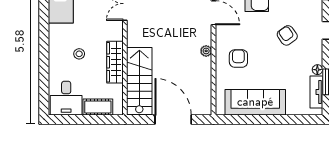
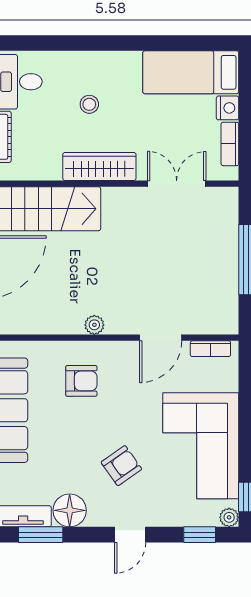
wardrobe: (115, 62) -> (99, 166), moved
floor lamp: (317, 70) -> (70, 510), width x1.89, depth x1.89

